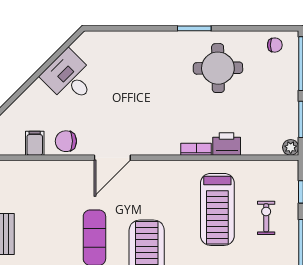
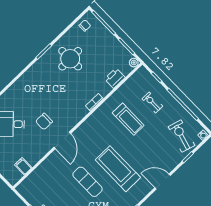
chair: (66, 141) -> (44, 121), moved
printer: (227, 144) -> (115, 78), moved
treadmill: (217, 209) -> (128, 119), width x0.73, depth x0.73

